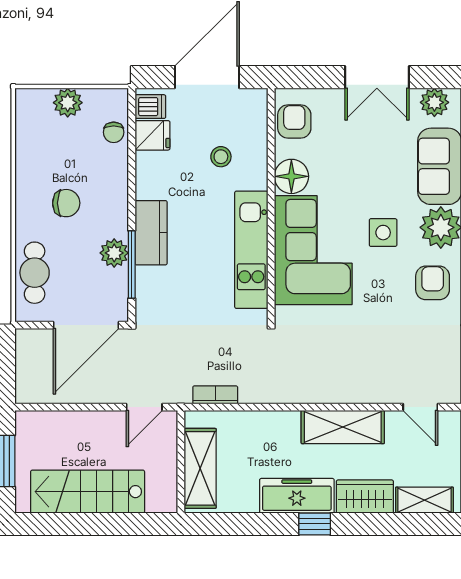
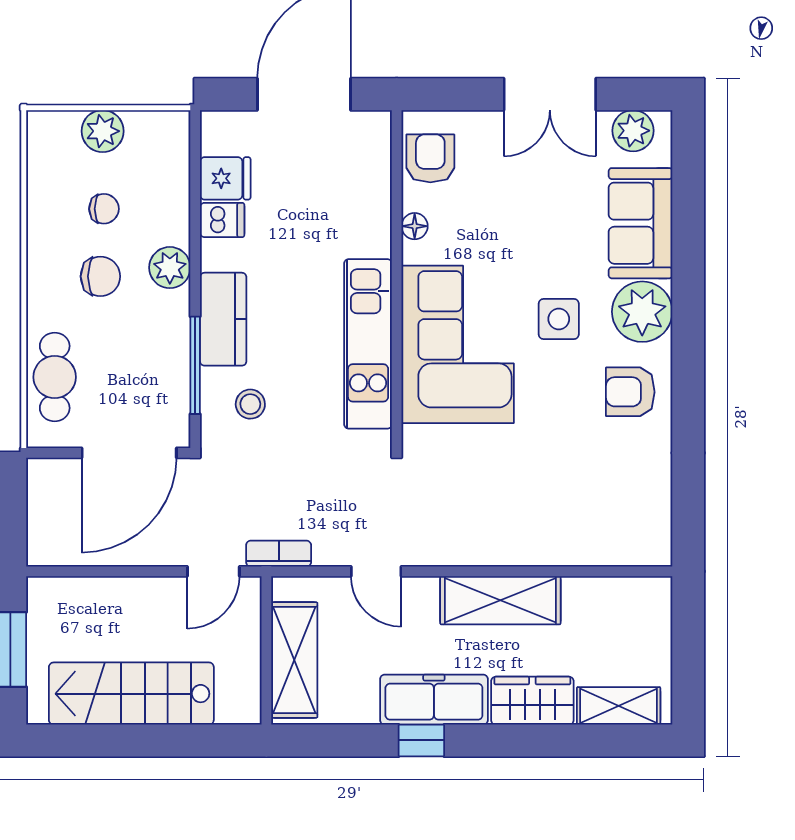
dishwasher: (150, 107) -> (222, 220), moved
chair: (114, 132) -> (104, 209), moved, turned -90
stool: (221, 157) -> (250, 404), moved
floor lamp: (291, 176) -> (415, 226), width x0.53, depth x0.53
plant: (114, 253) -> (170, 268), moved
armchair: (433, 283) -> (630, 392), turned -90
bookcase: (215, 395) -> (279, 554), moved
door: (420, 407) -> (376, 571), moved
window: (315, 524) -> (421, 740), moved

